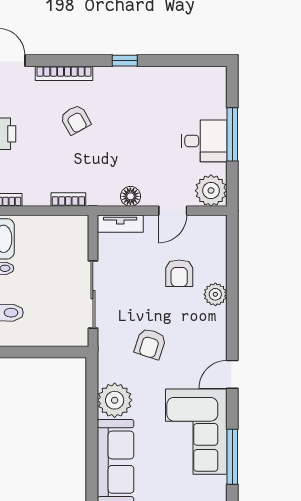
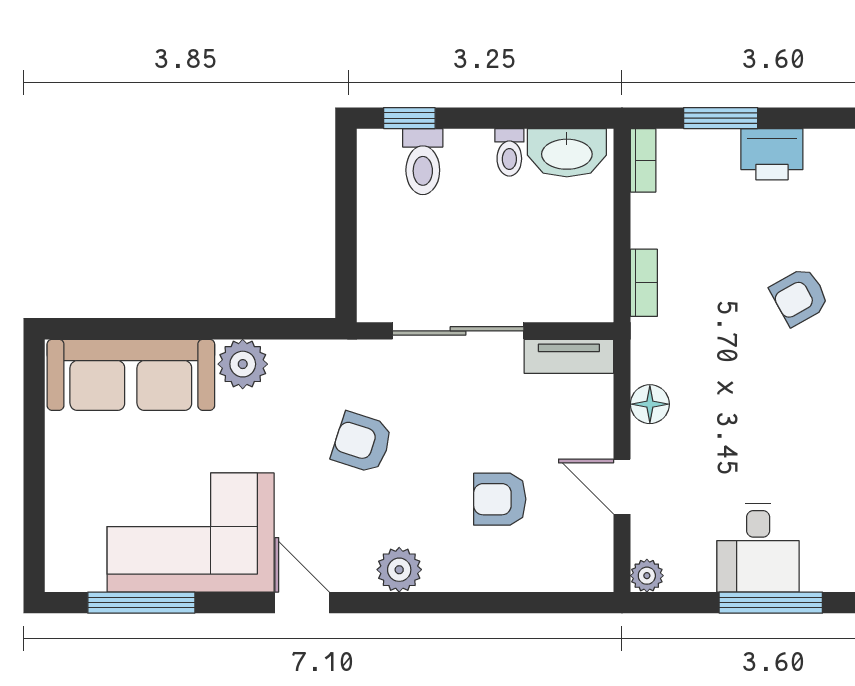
plant: (211, 191) -> (647, 576), width x0.53, depth x0.53
tv unit: (120, 224) -> (569, 356), moved, turned -90
plant: (215, 294) -> (399, 570), moved
plant: (115, 400) -> (243, 364), width x0.73, depth x0.73

